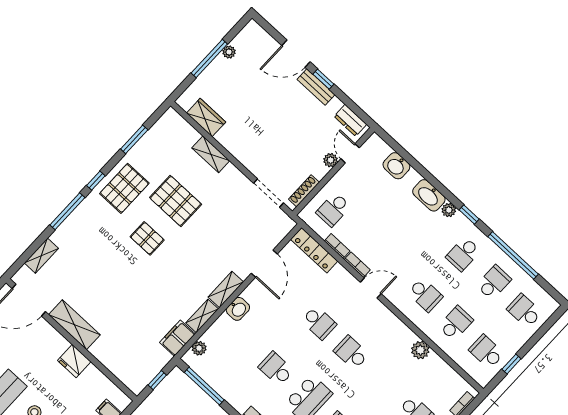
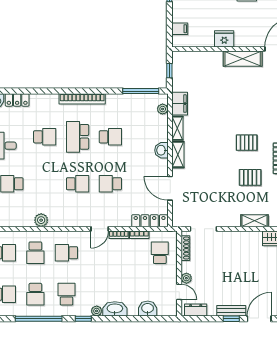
pallet: (176, 201) -> (250, 177), width x0.67, depth x0.71

